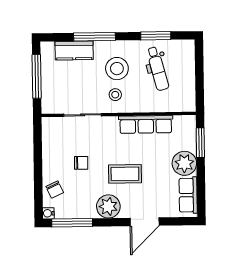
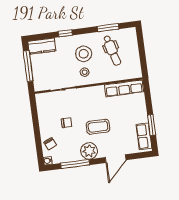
window: (95, 37) -> (65, 33), width x0.46
kitchen counter: (74, 50) -> (42, 46), moved
row of seats: (146, 124) -> (124, 88), moved
window: (200, 143) -> (152, 125), moved
plant: (184, 163) -> (139, 114), removed
window: (72, 223) -> (75, 164), moved

